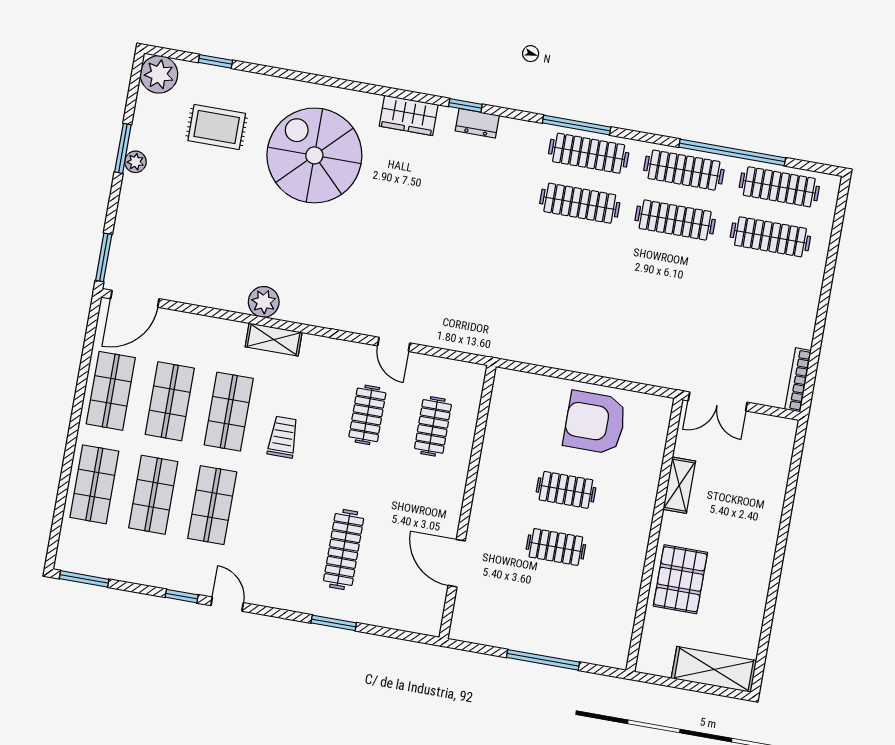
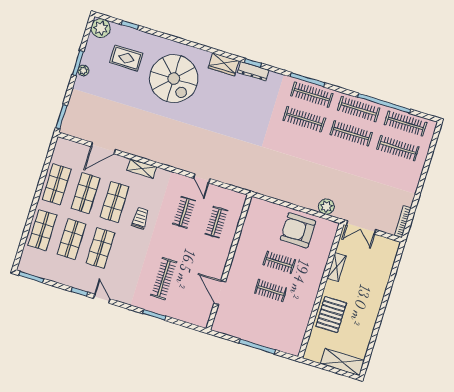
dresser: (477, 123) -> (253, 71), width x1.44
spiral stairs: (314, 155) -> (174, 79), turned 180
door: (135, 299) -> (103, 148), moved
plant: (264, 302) -> (326, 207), moved

